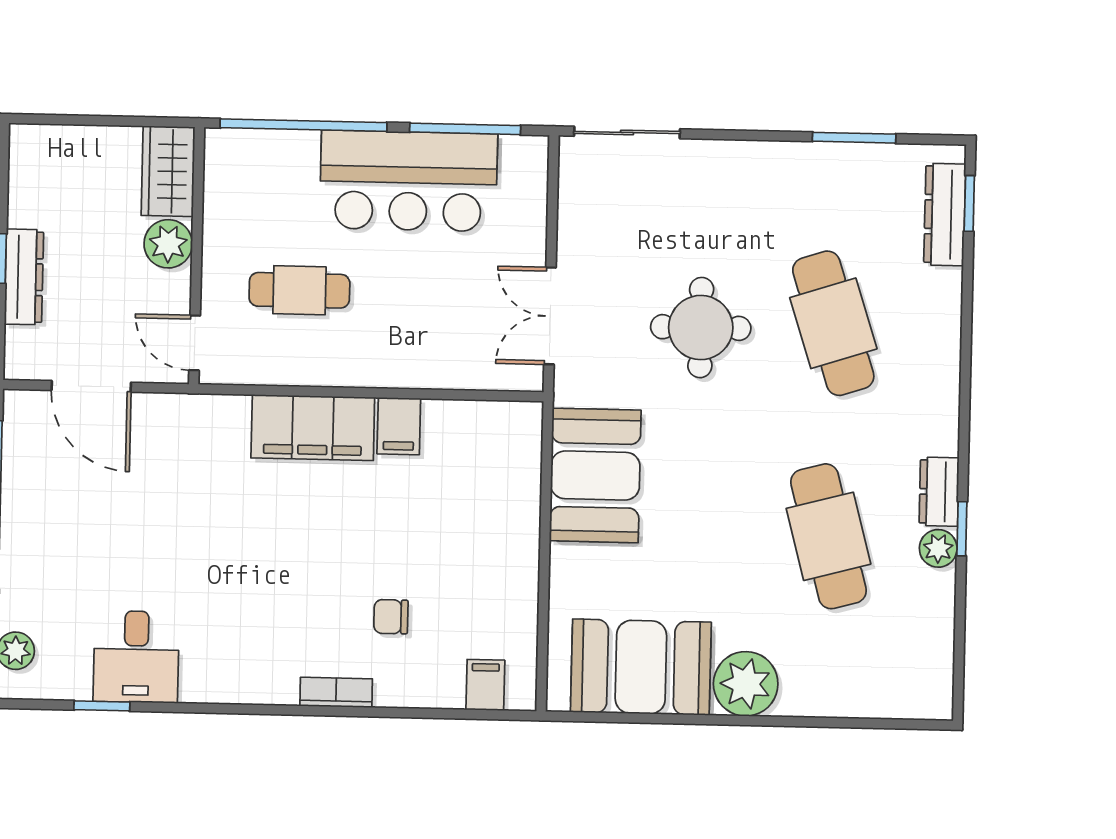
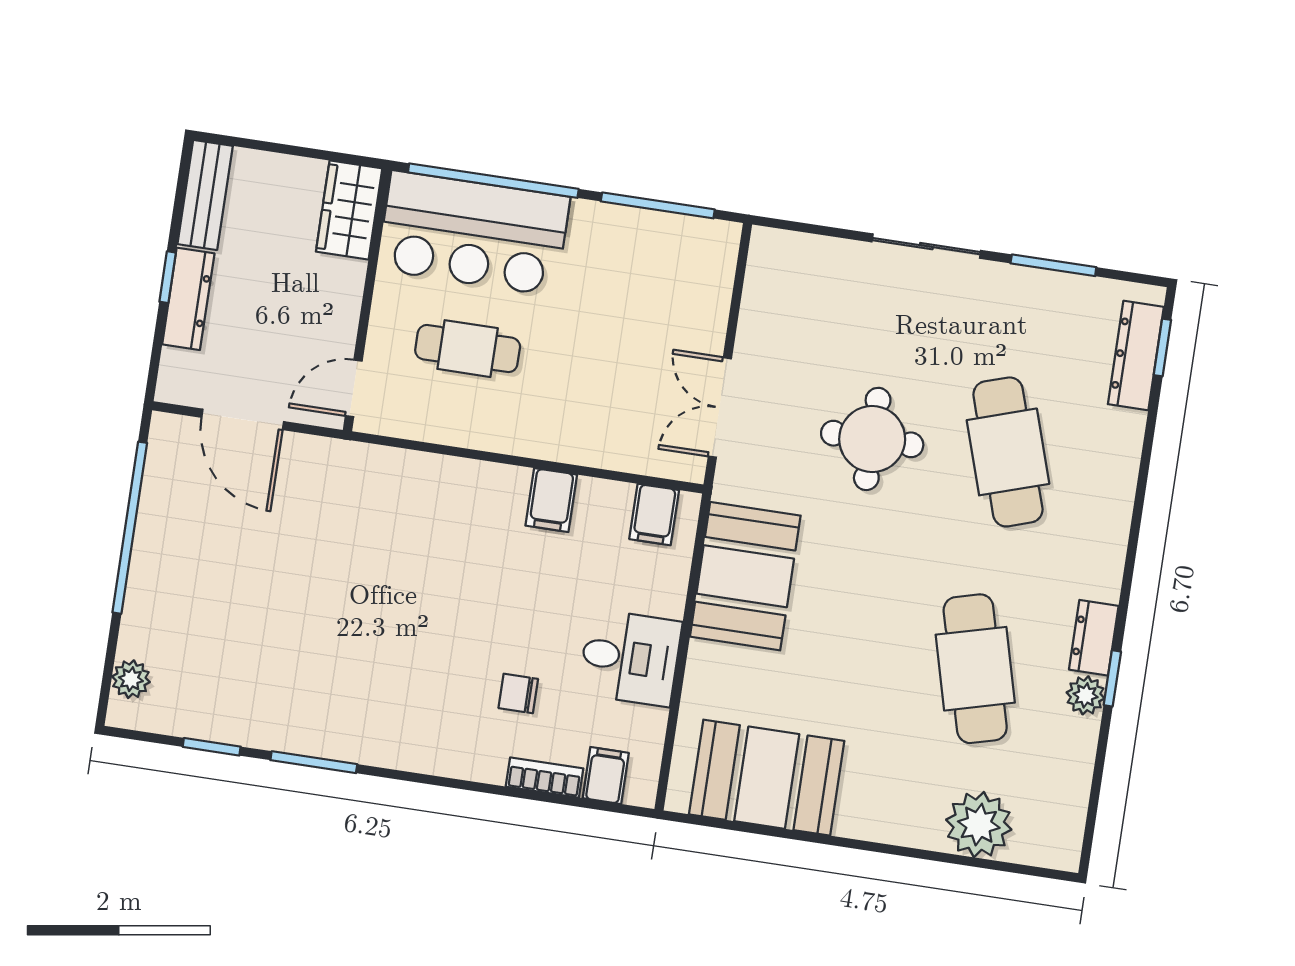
sliding door: (627, 132) -> (926, 246), moved
bench: (27, 175) -> (205, 195), added
bar counter: (409, 181) -> (474, 233), moved
plant: (168, 244) -> (340, 284), removed
door: (195, 343) -> (354, 388), hinge flipped
filing cabinet: (313, 428) -> (654, 515), moved, width x0.33, depth x0.86
desk: (136, 657) -> (630, 658), moved, turned -90
plant: (746, 684) -> (979, 825), moved
bookcase: (336, 692) -> (545, 778), moved
window: (202, 708) -> (314, 762), added

